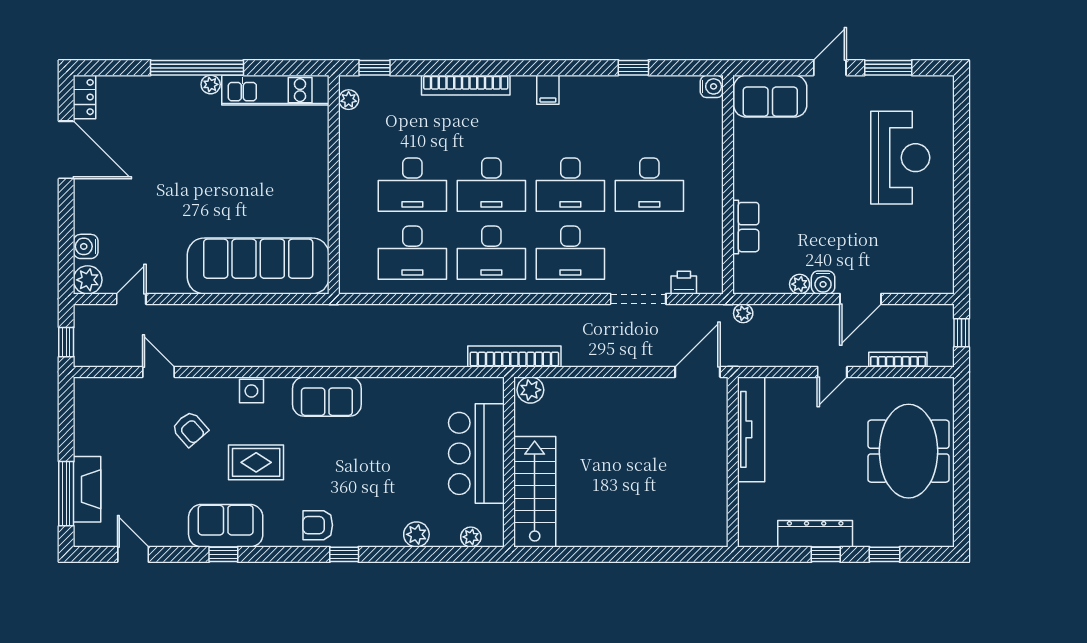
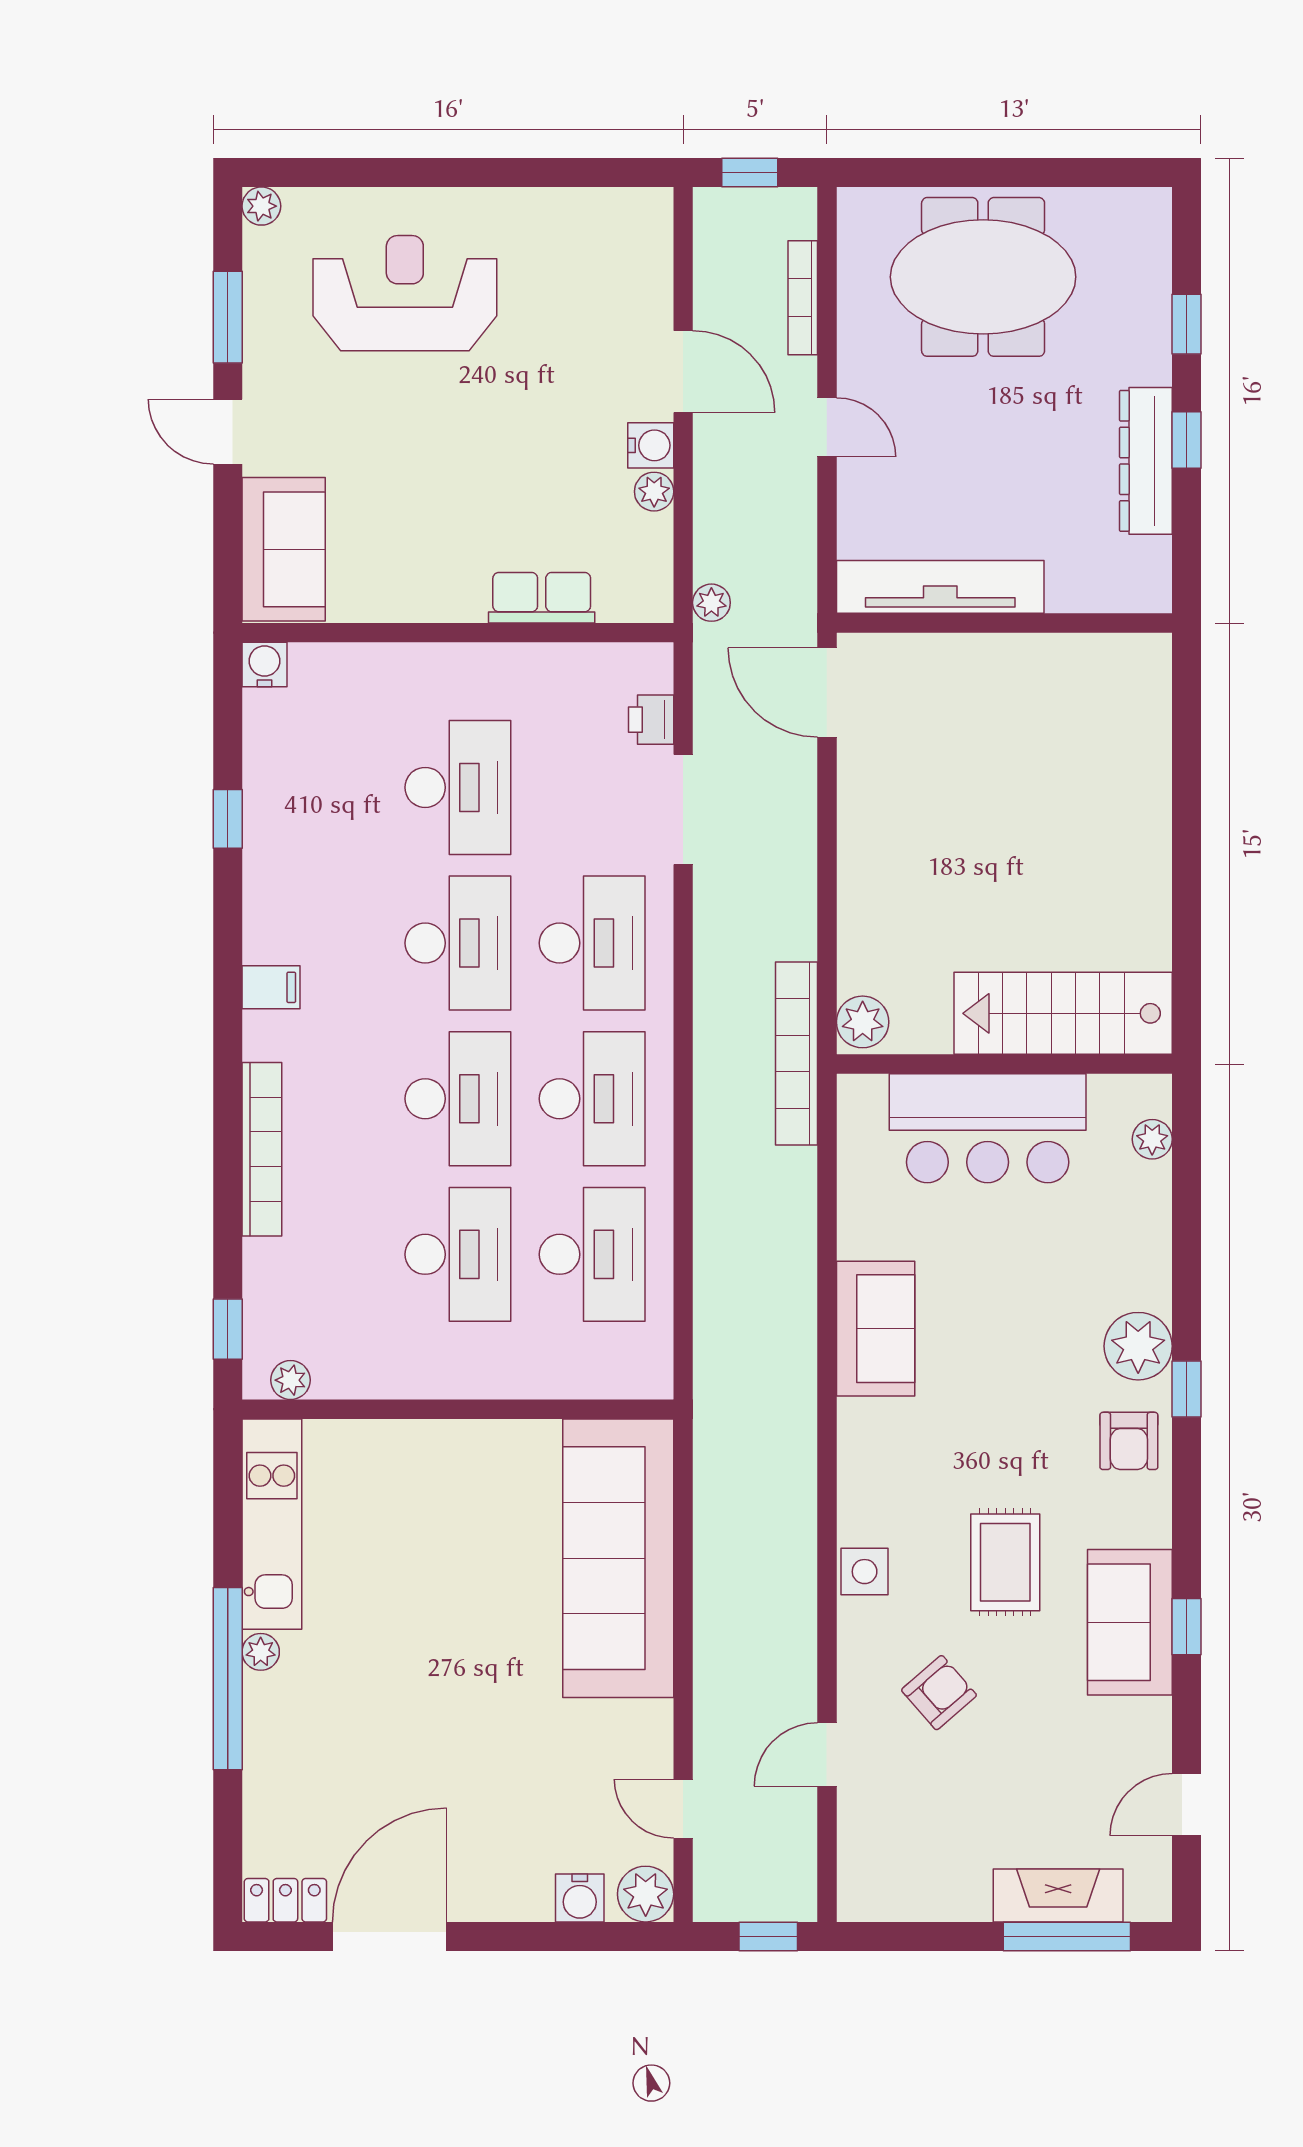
plant: (944, 85) -> (261, 206), added
sofa: (327, 397) -> (876, 1329), moved
plant: (416, 534) -> (1138, 1346), moved, width x1.36, depth x1.36

